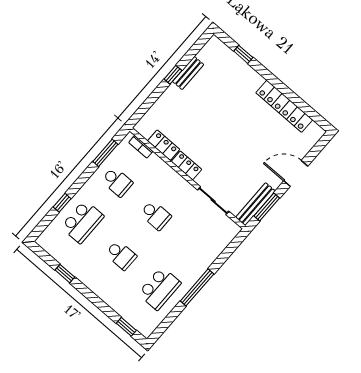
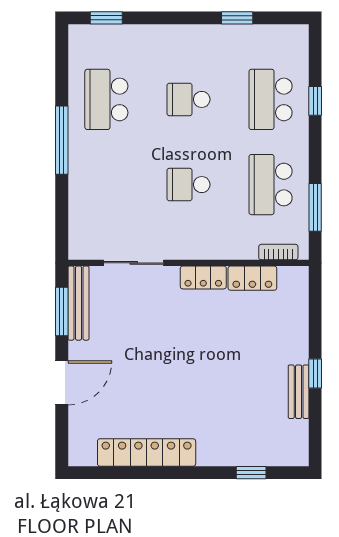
school desk: (117, 182) -> (271, 185), width x1.85

